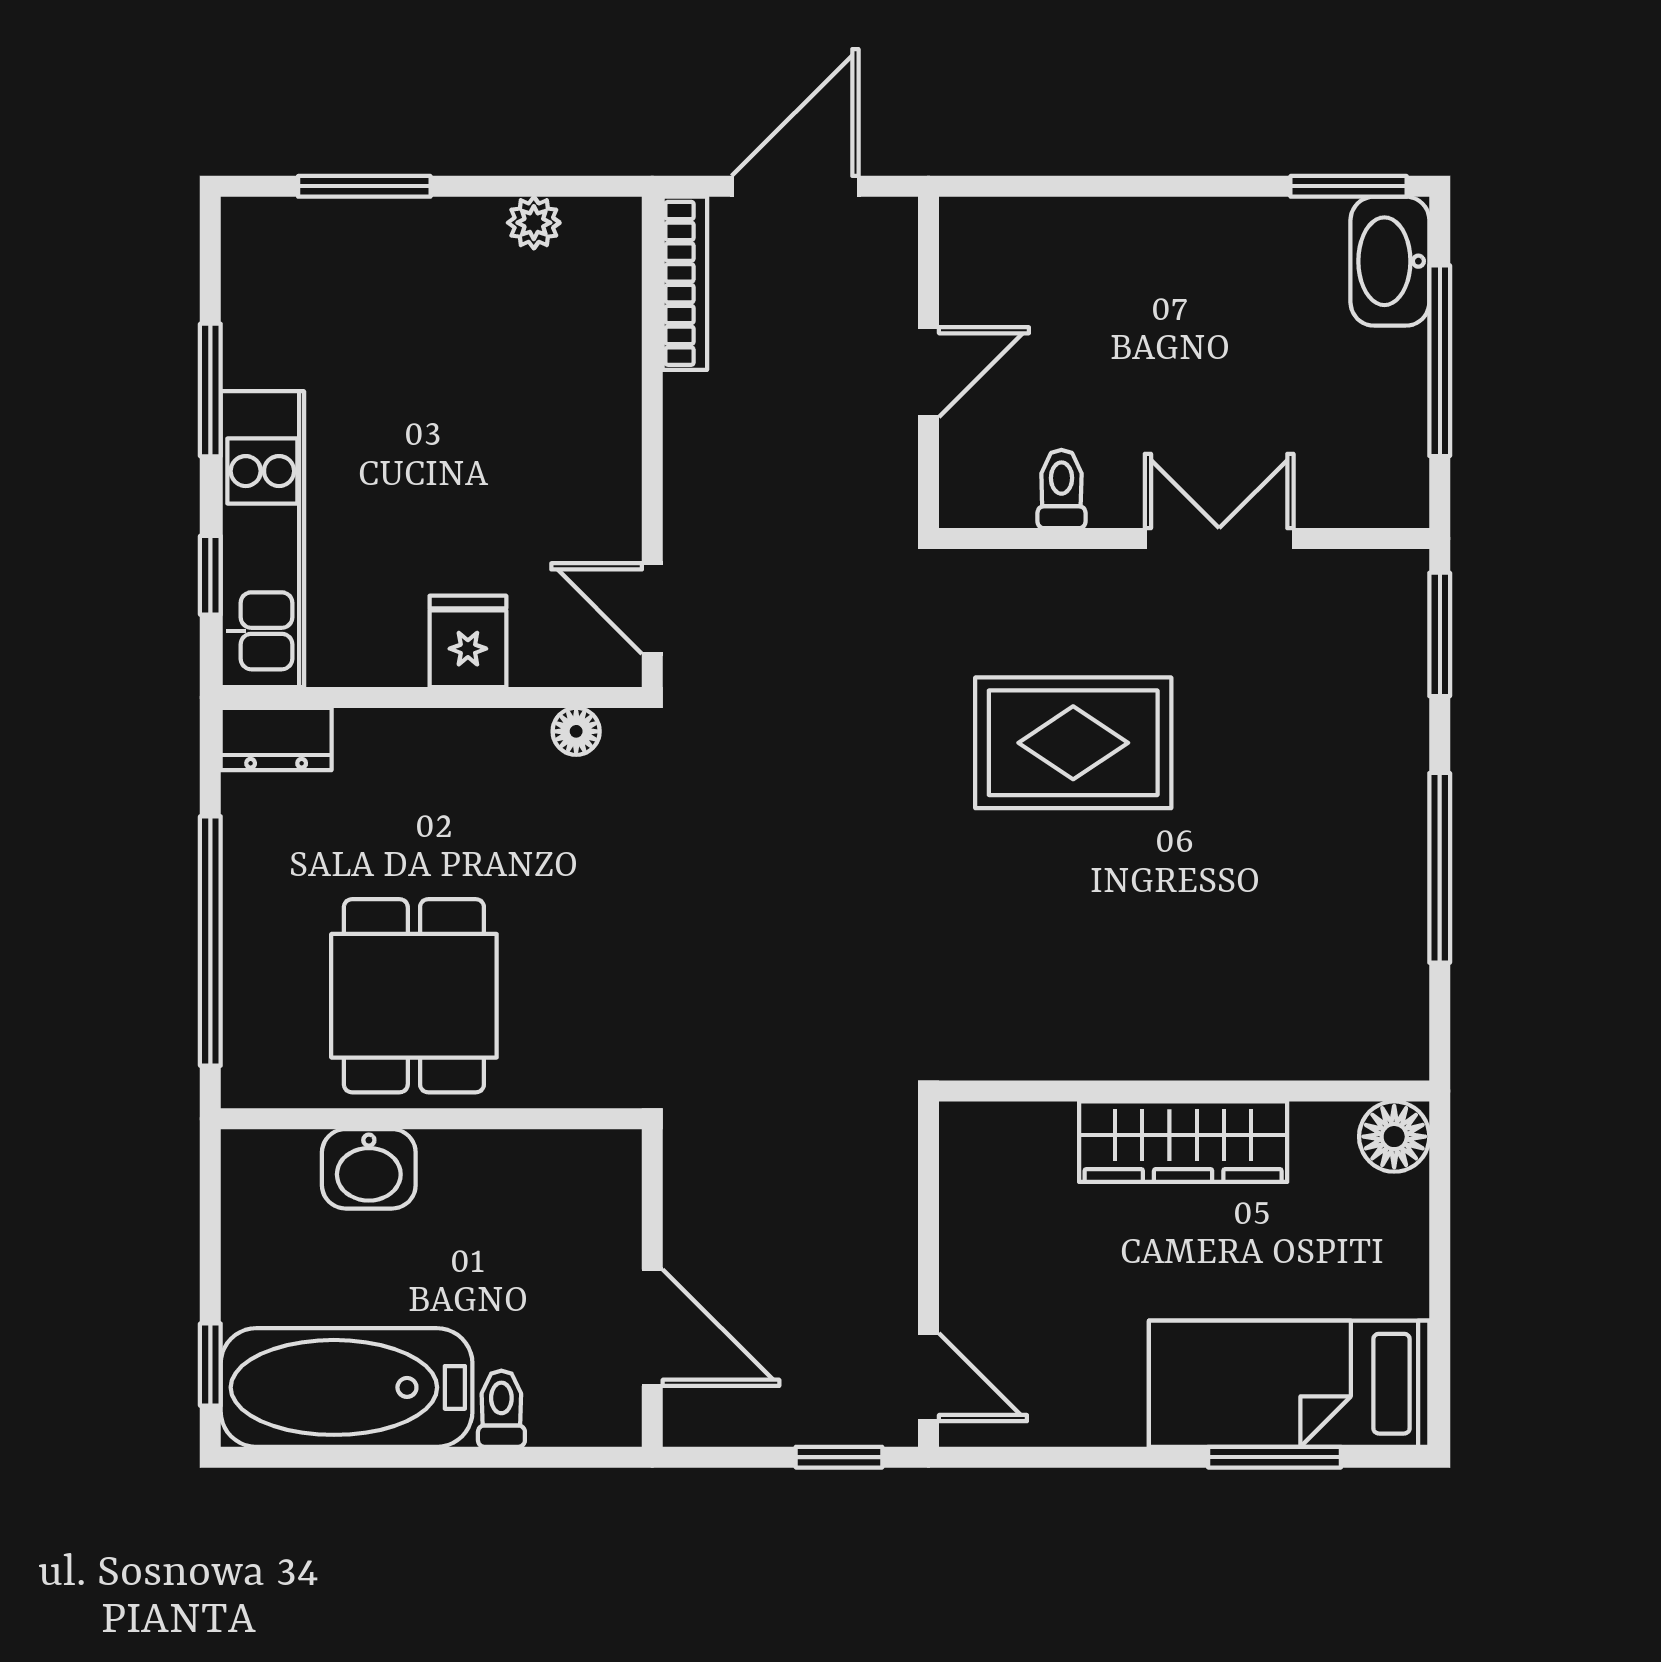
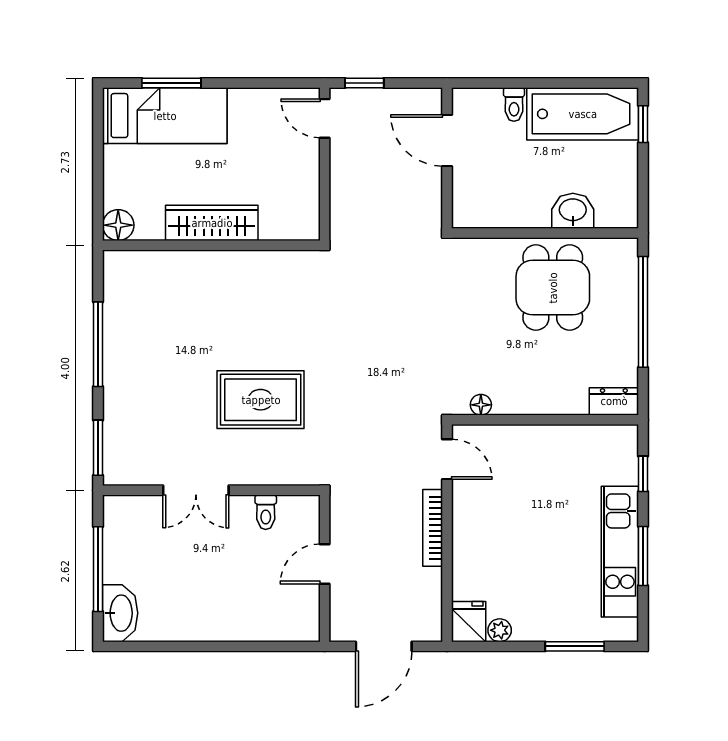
window: (1349, 186) -> (138, 646), removed
bookcase: (685, 283) -> (433, 528), moved
kitchen unit: (262, 539) -> (620, 552), moved
fridge: (468, 641) -> (469, 622), moved, turned 180

